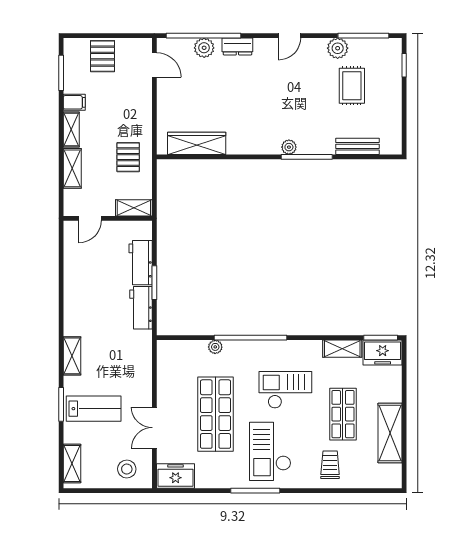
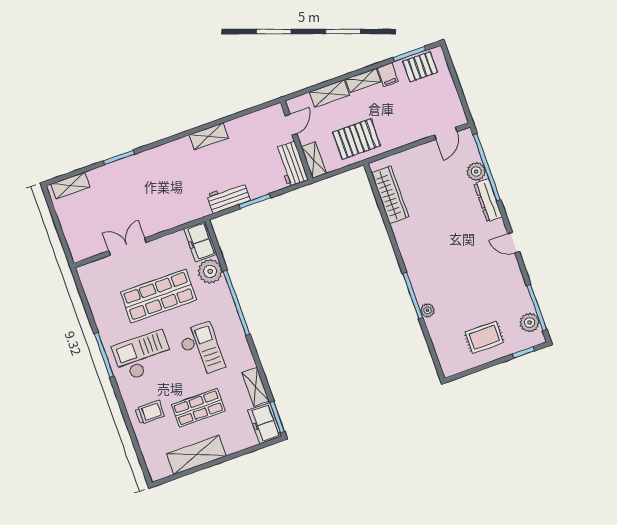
dresser: (237, 46) -> (488, 200), width x1.44
plant: (338, 48) -> (530, 323), moved
pallet: (102, 56) -> (420, 67), moved
rug: (352, 86) -> (484, 337), moved
bench: (357, 146) -> (438, 337), removed
plant: (289, 147) -> (428, 310), moved
pallet: (128, 157) -> (357, 139), width x1.50, depth x1.42
door: (90, 218) -> (291, 125), swing flipped
workbench: (141, 263) -> (291, 164), moved, turned -90
plant: (215, 347) -> (210, 271), width x1.87, depth x1.87
shelving: (72, 356) -> (209, 136), moved
lab bench: (94, 409) -> (125, 187), removed
stool: (127, 469) -> (83, 235), removed
freezer: (176, 476) -> (200, 242), moved, turned 180

